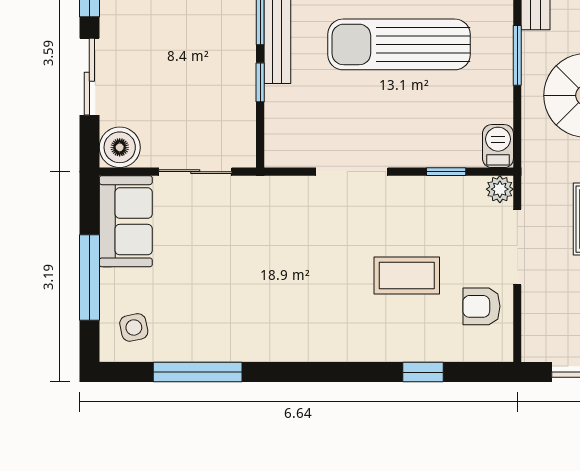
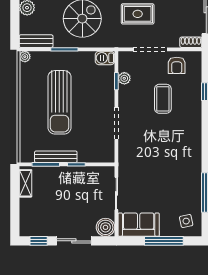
plant: (500, 189) -> (124, 78), moved
shoe rack: (533, 338) -> (191, 42), added

